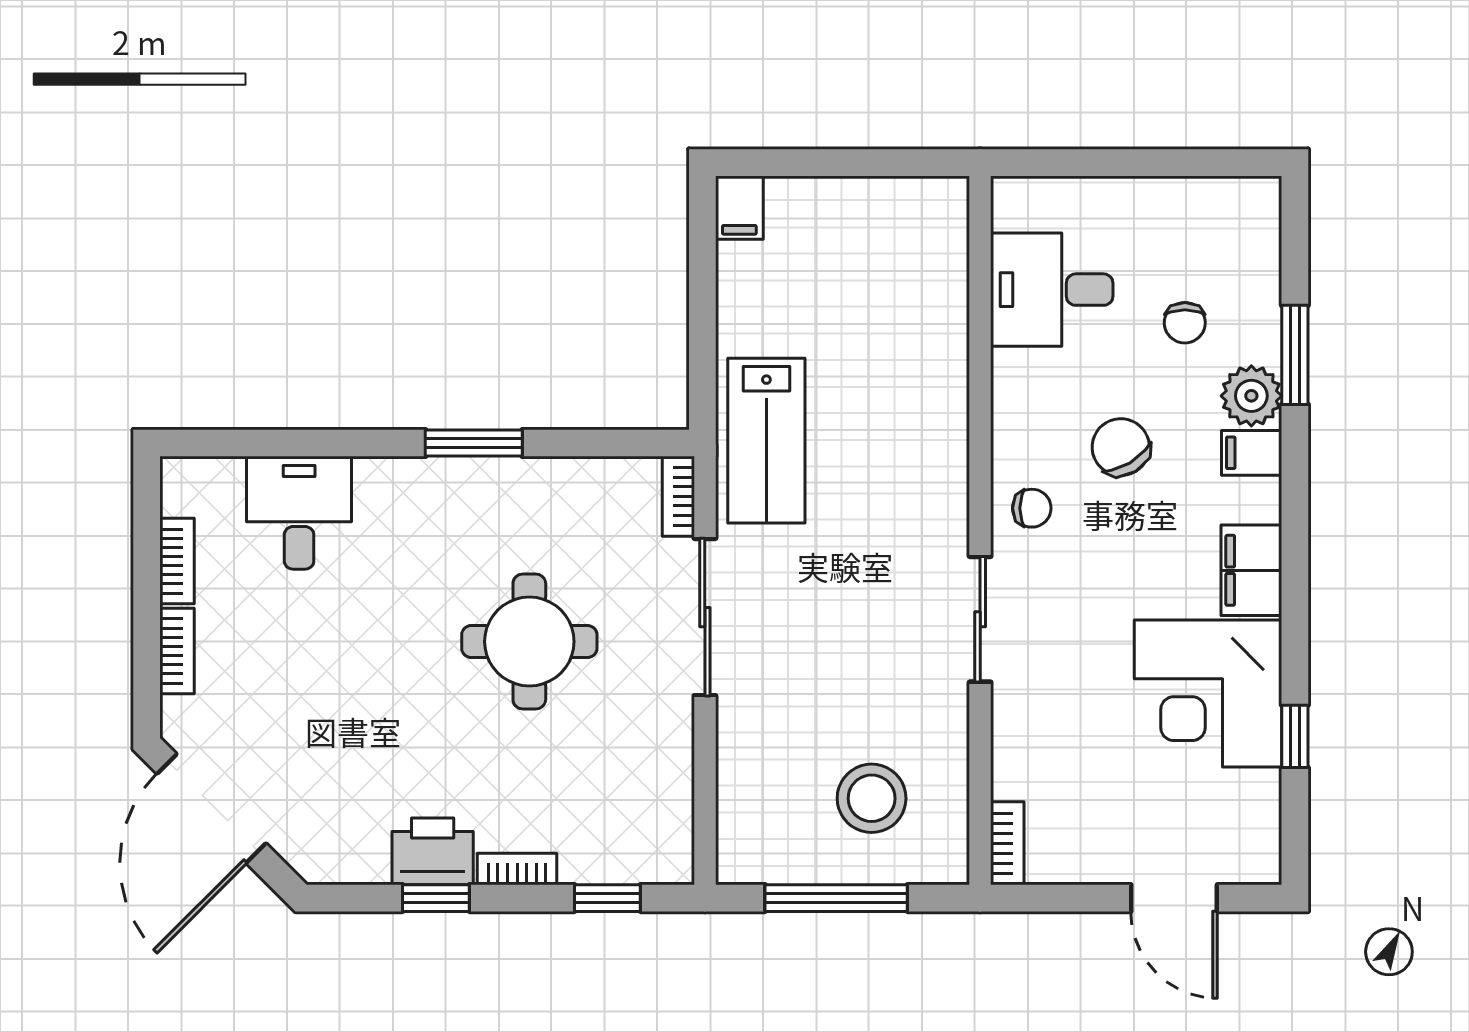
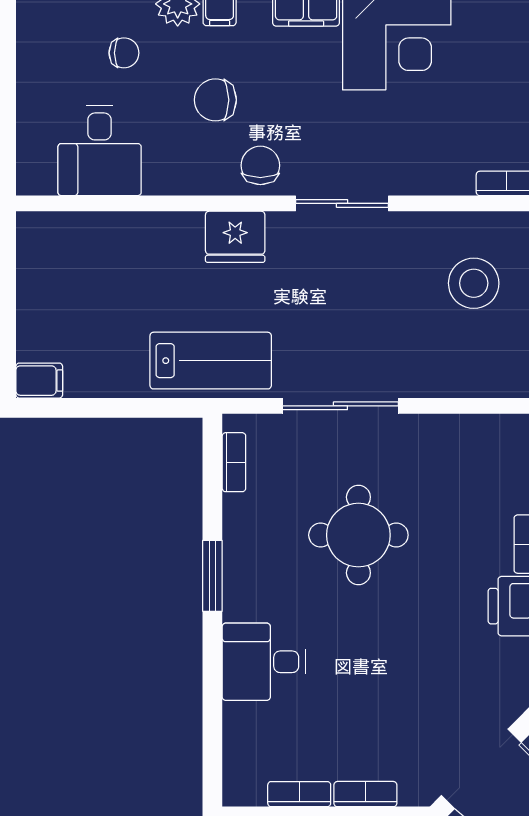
chair: (1121, 447) -> (215, 100), turned 31
fridge: (935, 474) -> (235, 237), added
bookcase: (678, 496) -> (234, 462), moved, turned -90
chair: (1032, 508) -> (260, 165), width x1.37, depth x1.37
desk: (299, 513) -> (264, 662), moved

